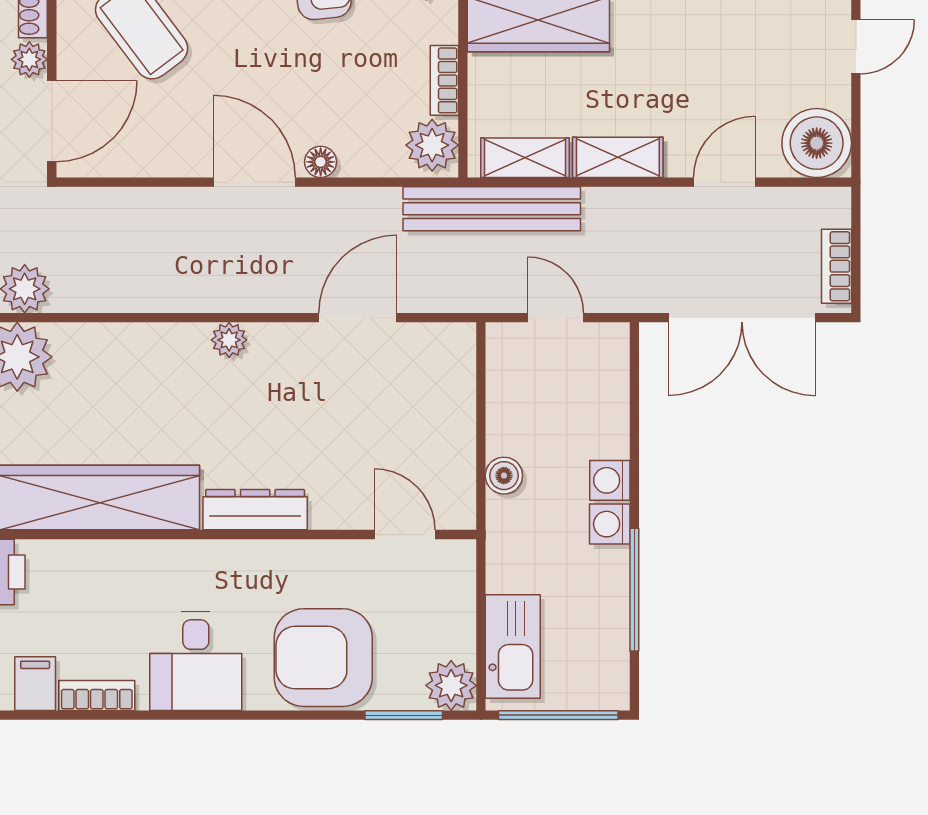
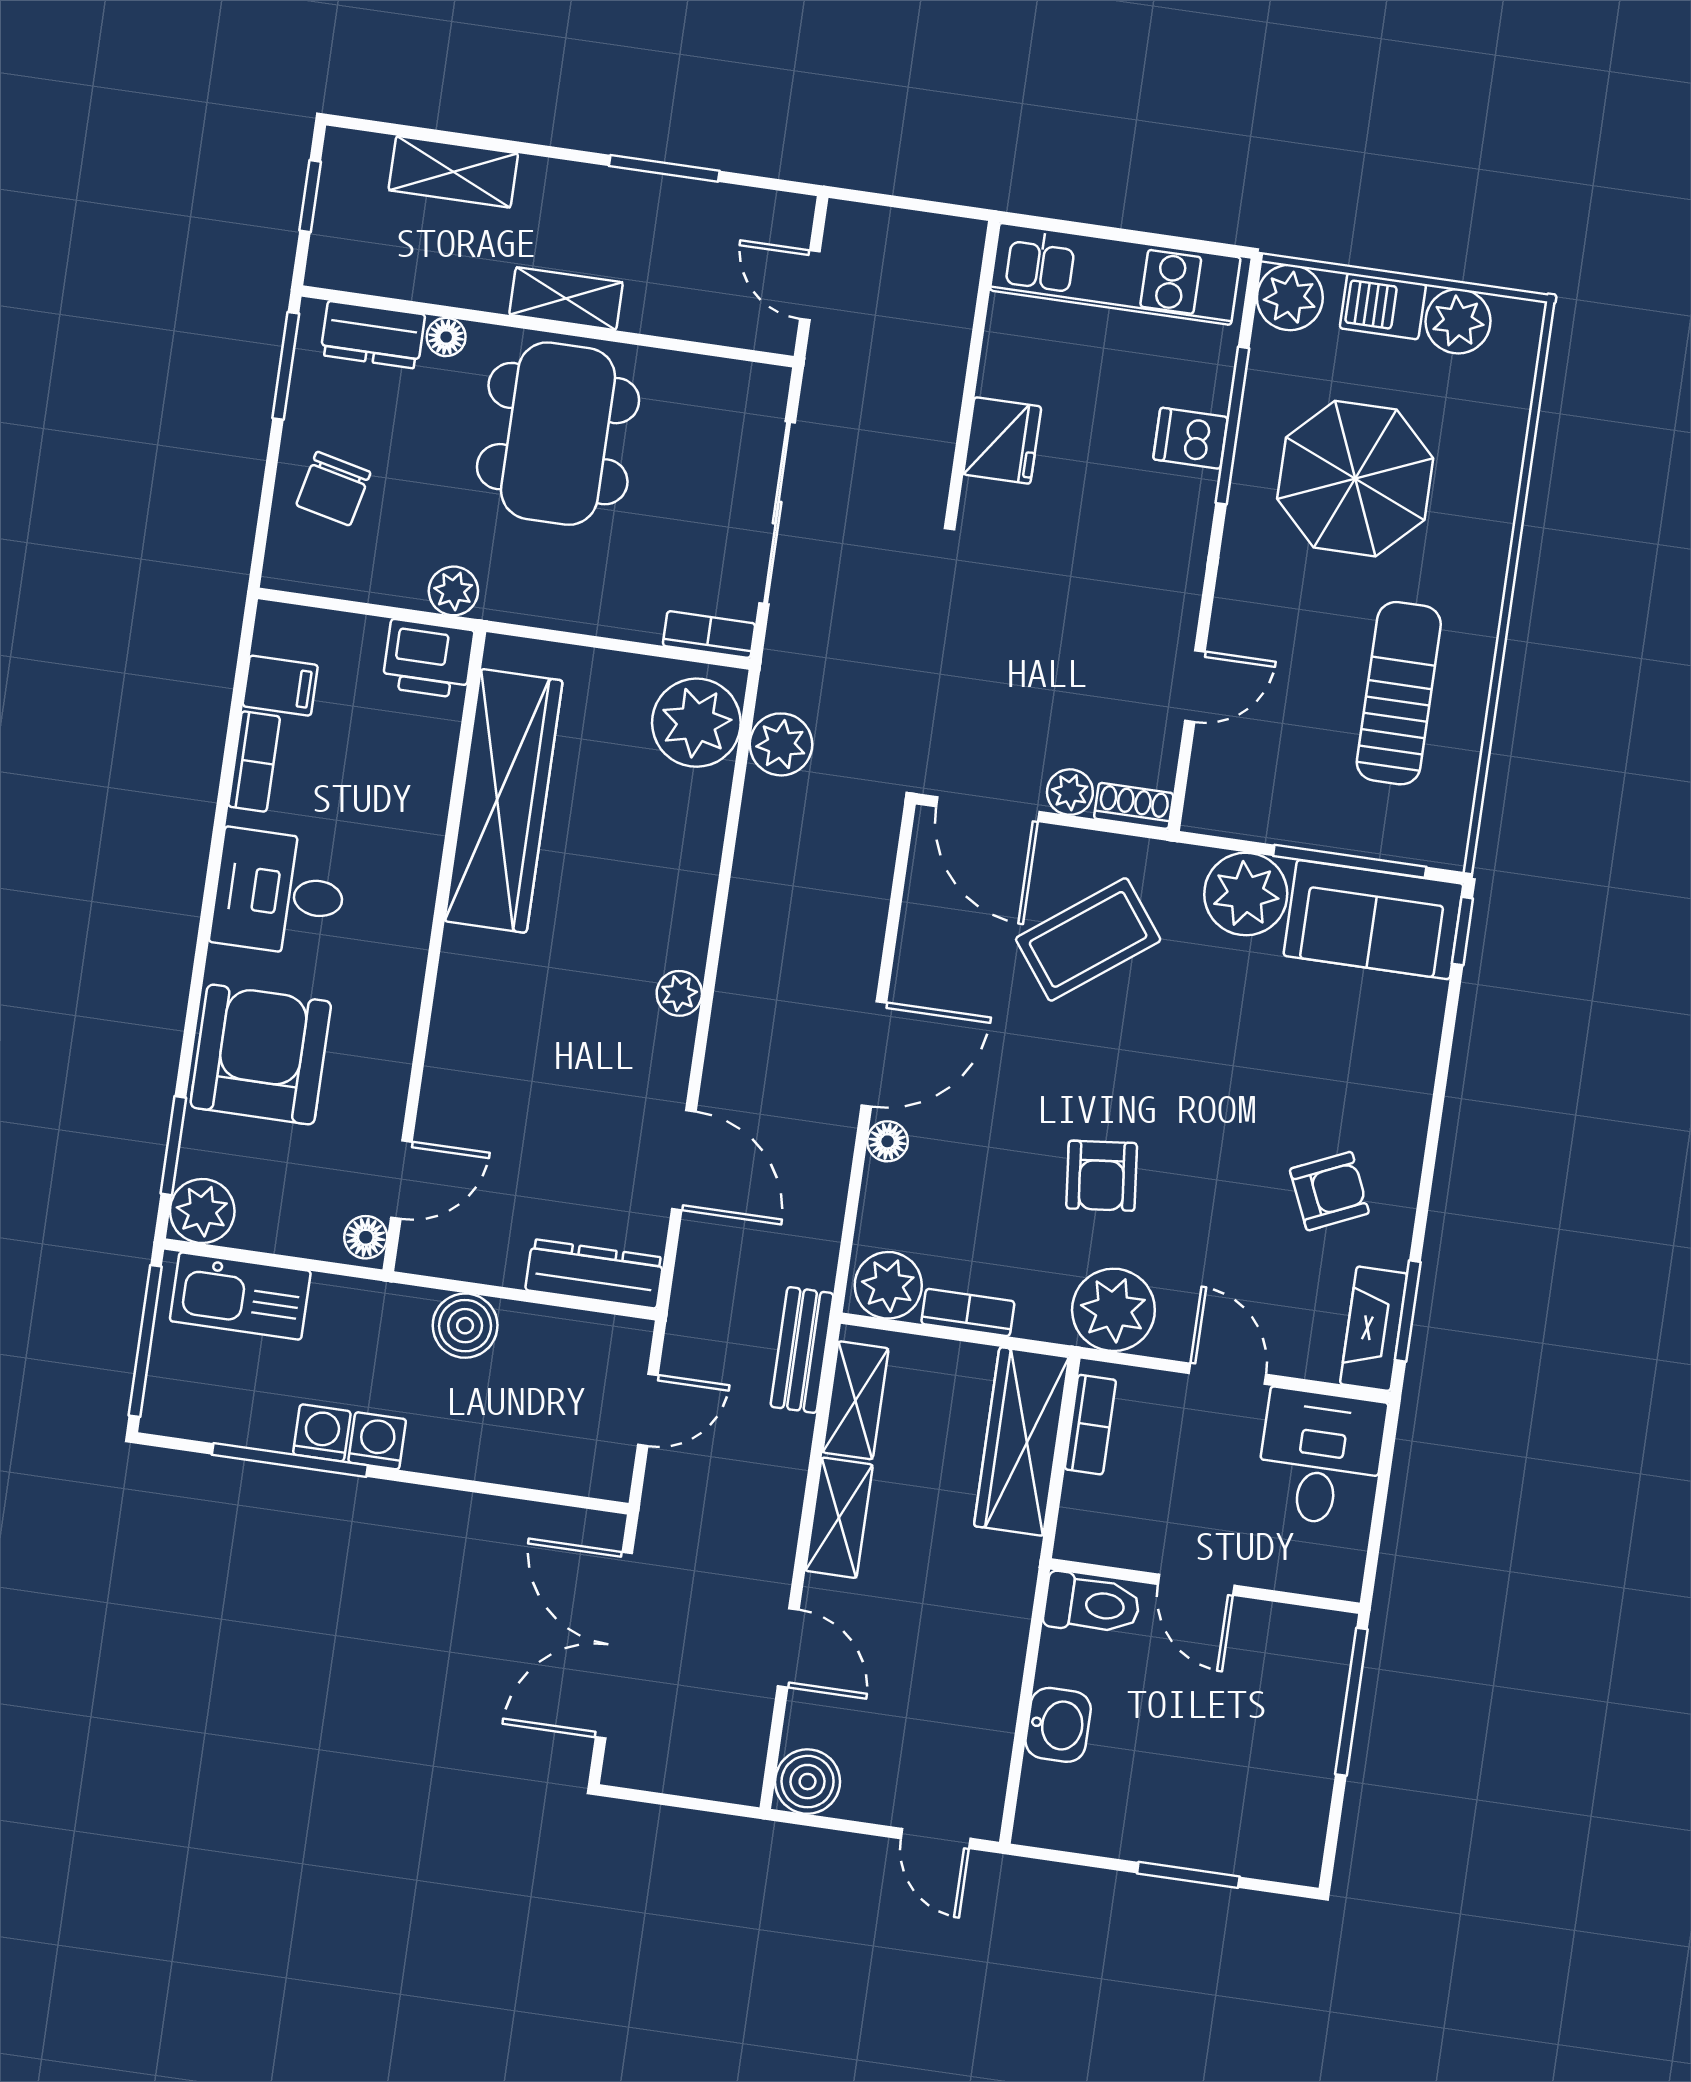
boiler: (817, 143) -> (808, 1782), width x0.73, depth x0.73
bench: (492, 209) -> (802, 1350), width x0.54, depth x0.82
bookcase: (836, 266) -> (662, 1774), removed
boiler: (504, 476) -> (465, 1326), width x1.36, depth x1.36
washing machine: (610, 480) -> (322, 1433), moved
dresser: (255, 510) -> (595, 1274), moved, turned -90
floor lamp: (453, 556) -> (366, 1237), added

